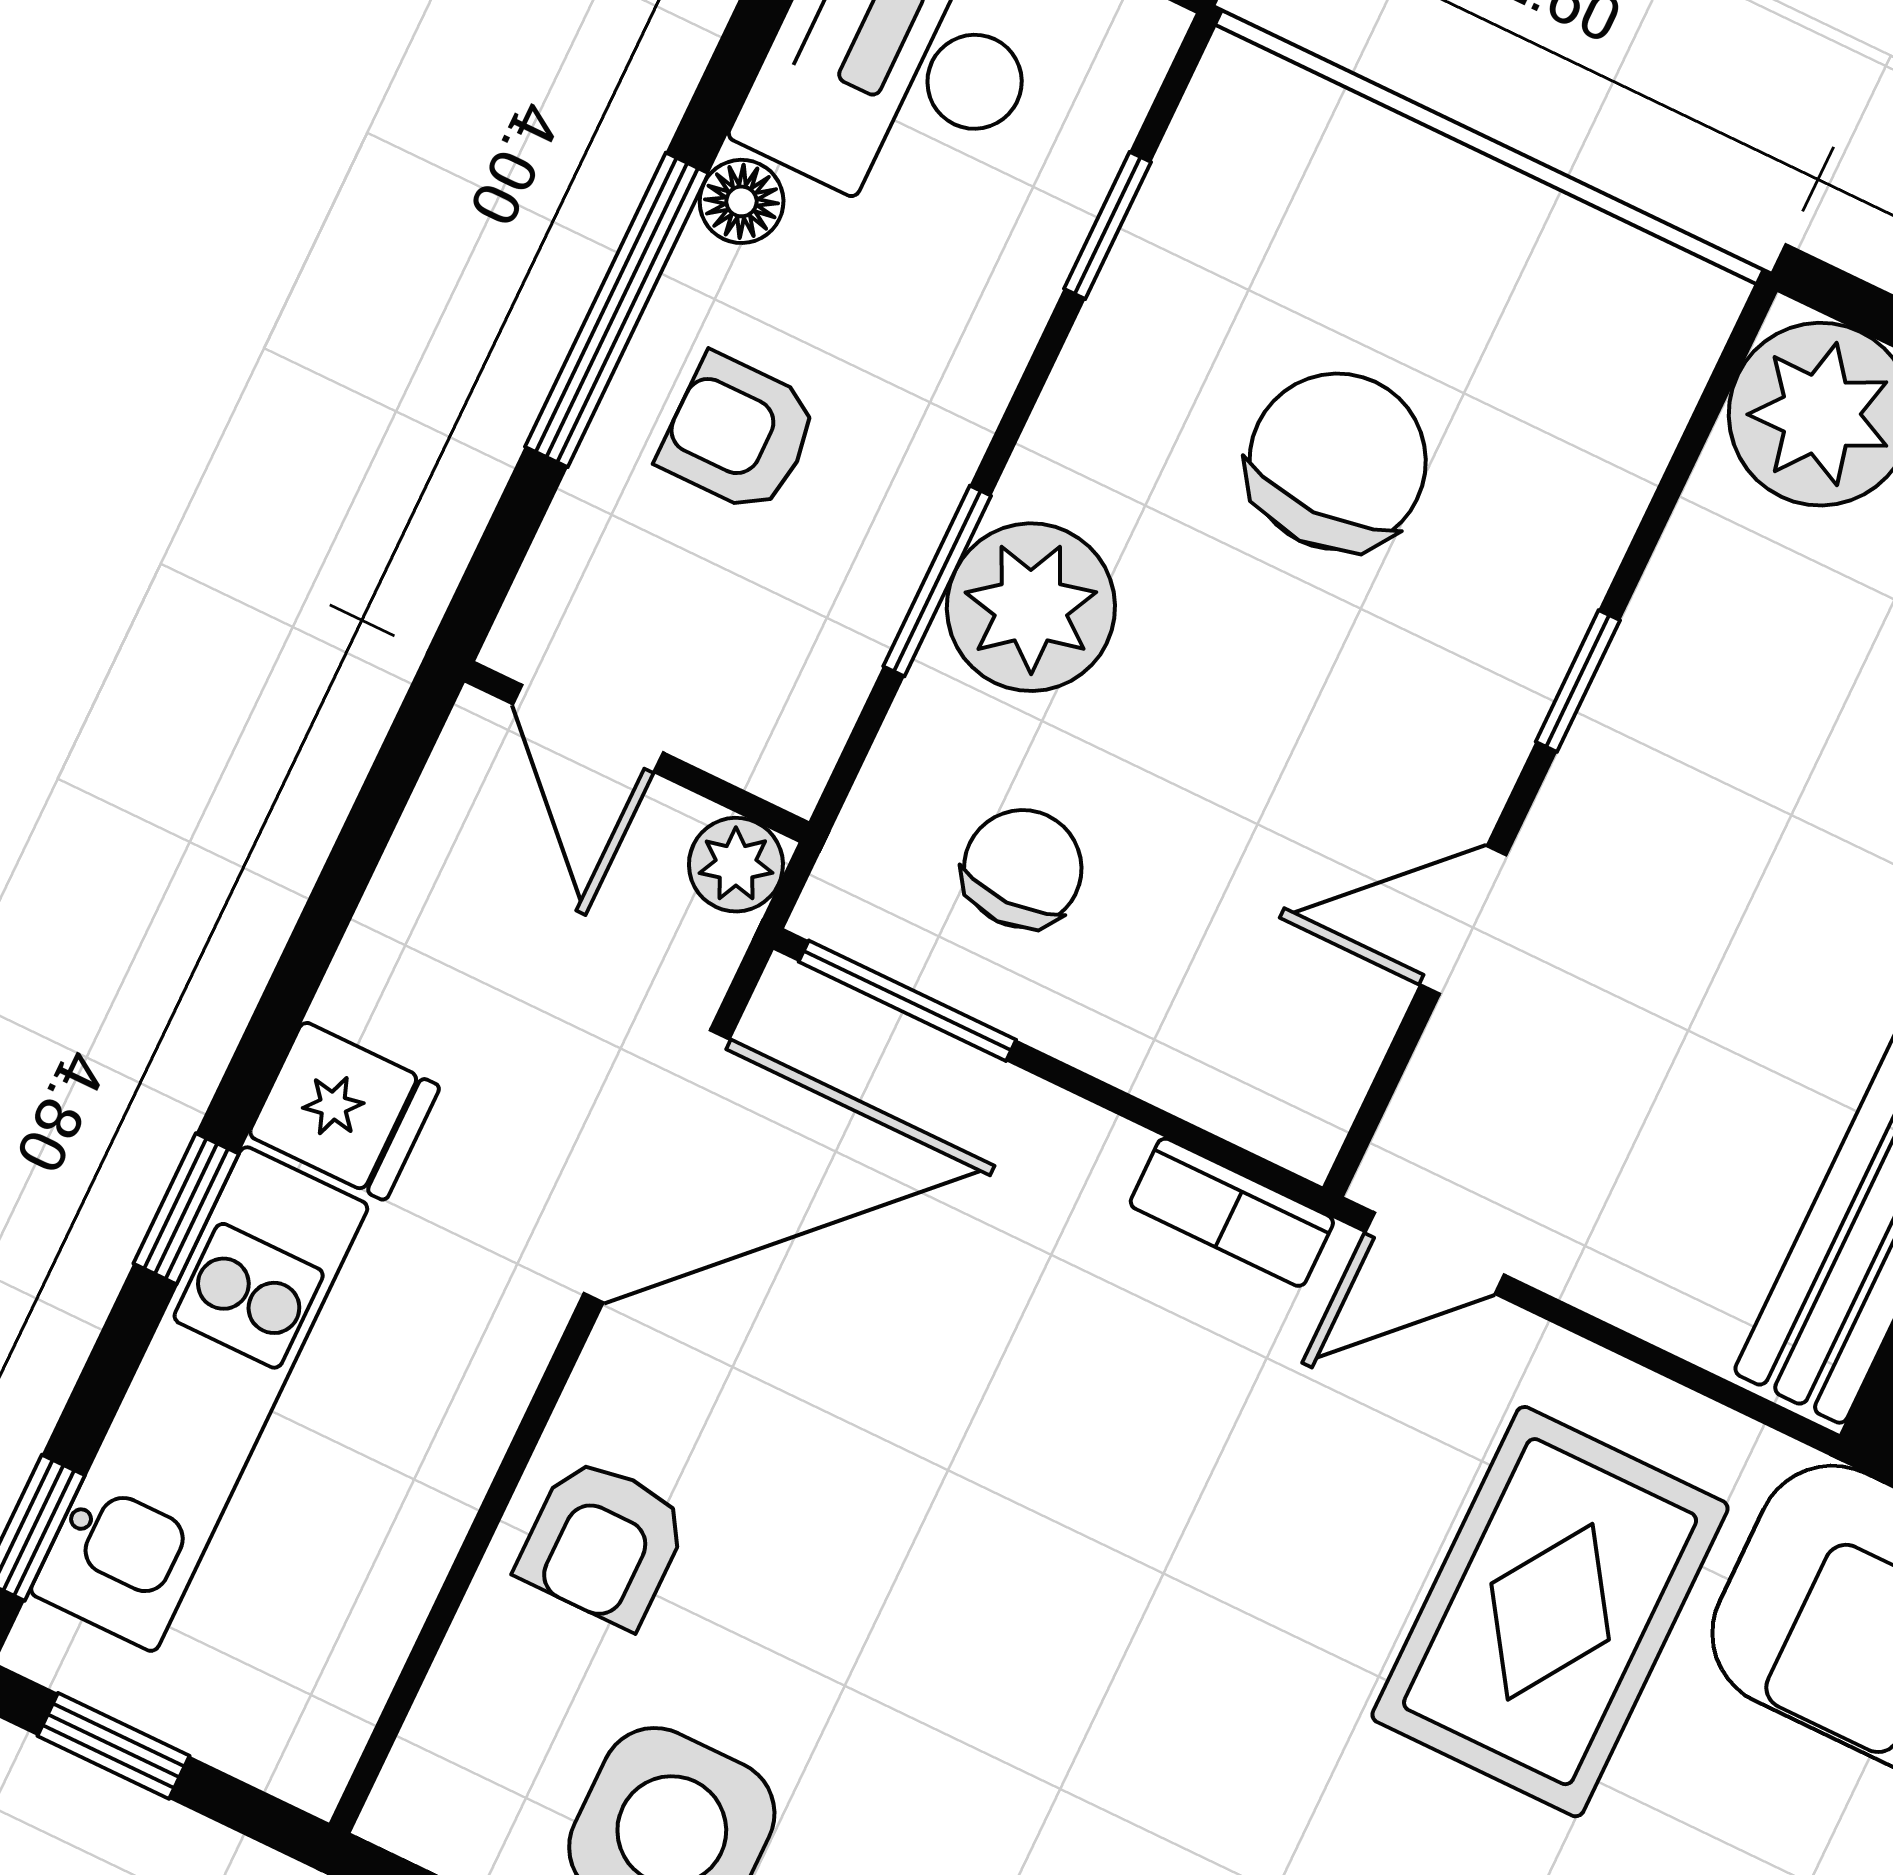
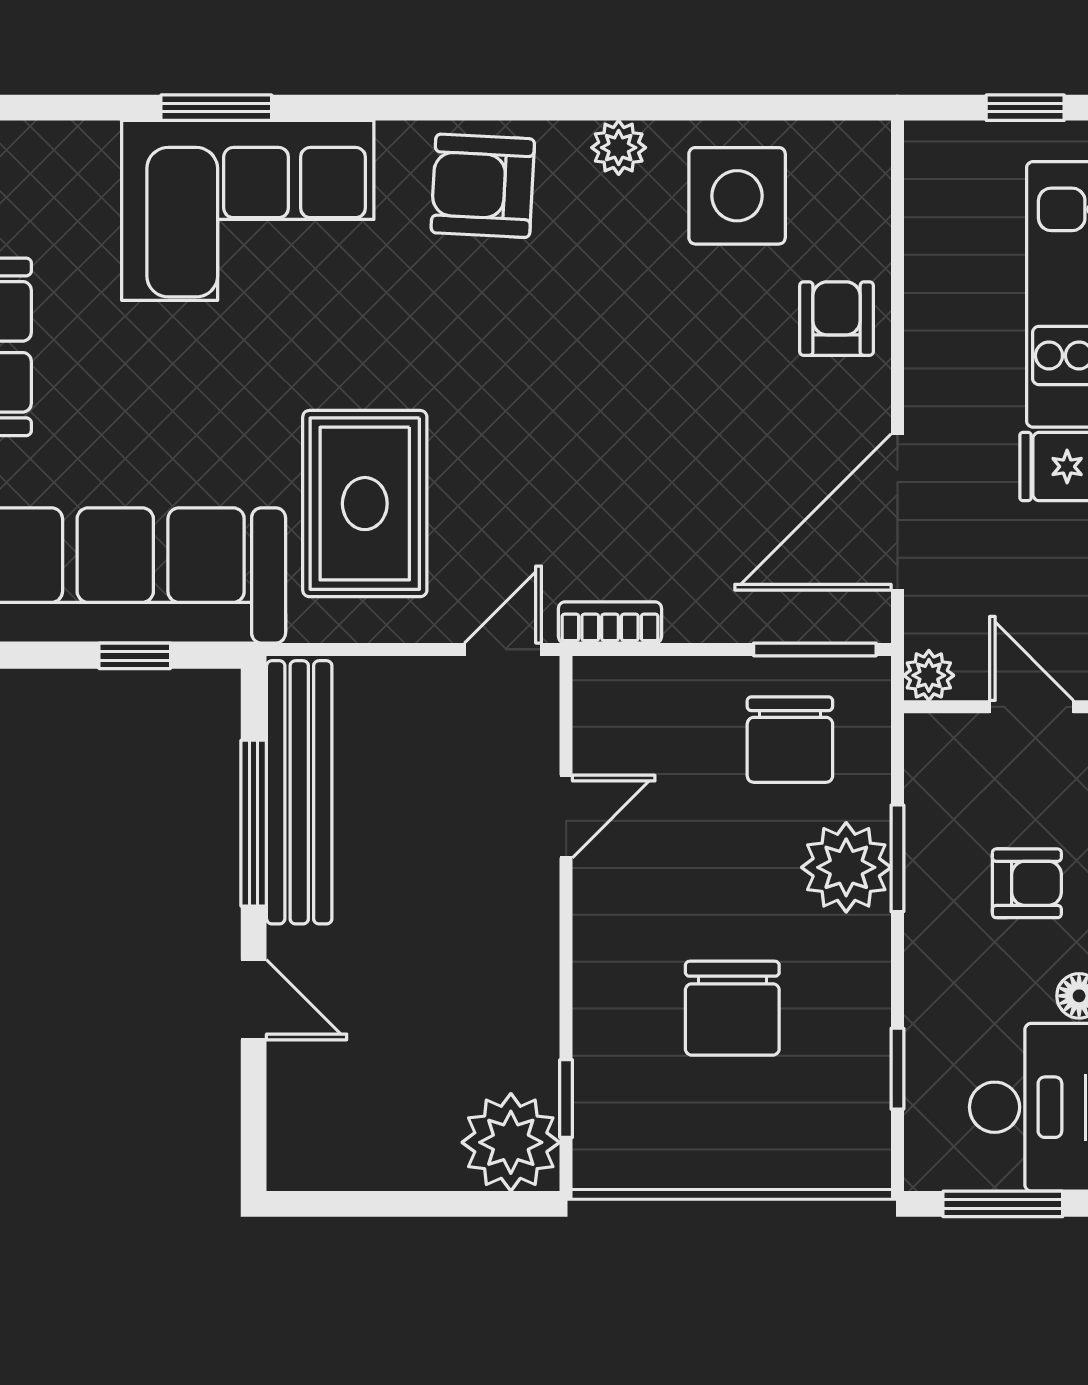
window: (1578, 681) -> (566, 1099), moved
chair: (1023, 869) -> (790, 740), width x1.37, depth x1.37

